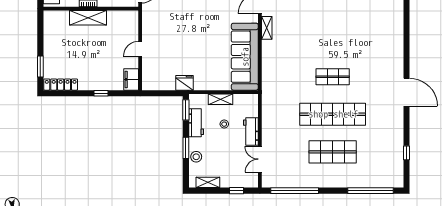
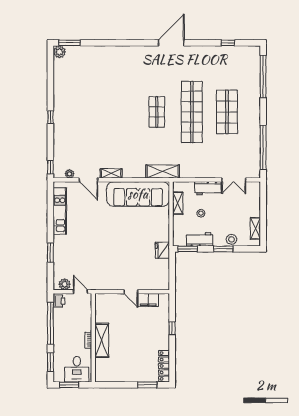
filing cabinet: (131, 79) -> (148, 300), moved
shelving: (269, 83) -> (163, 172), added
shelving: (220, 99) -> (178, 203), moved
window: (237, 191) -> (263, 202), removed

